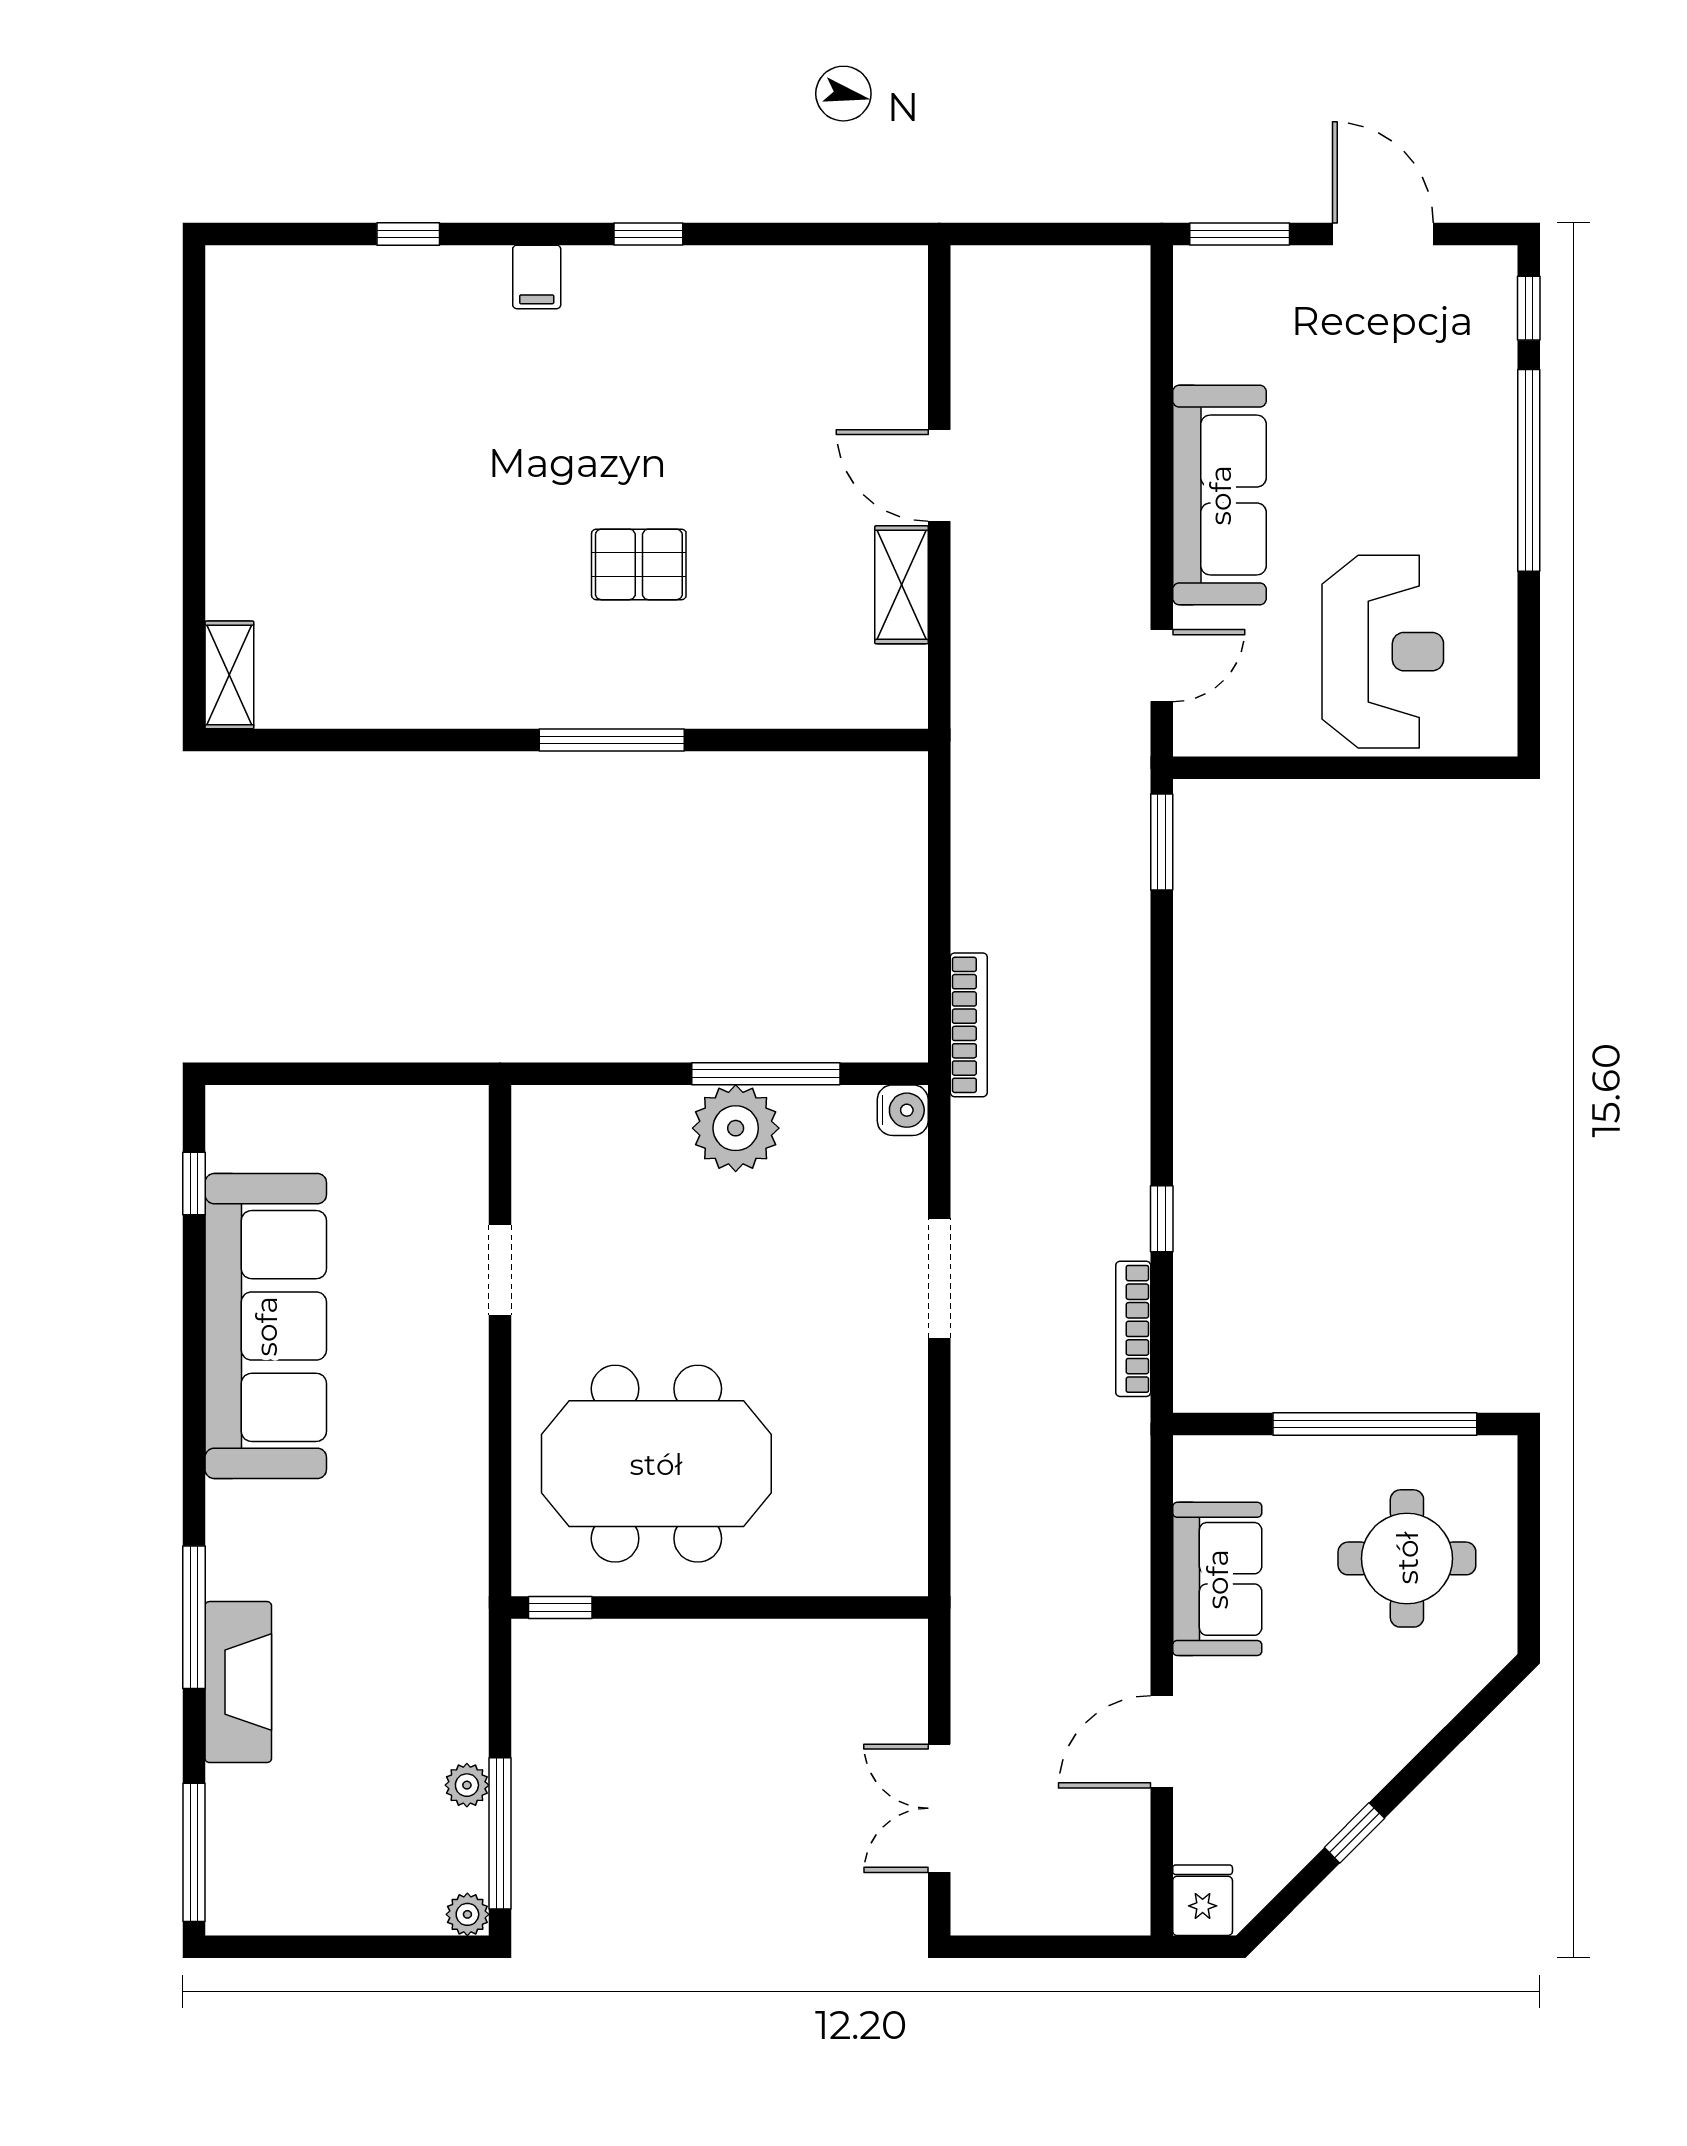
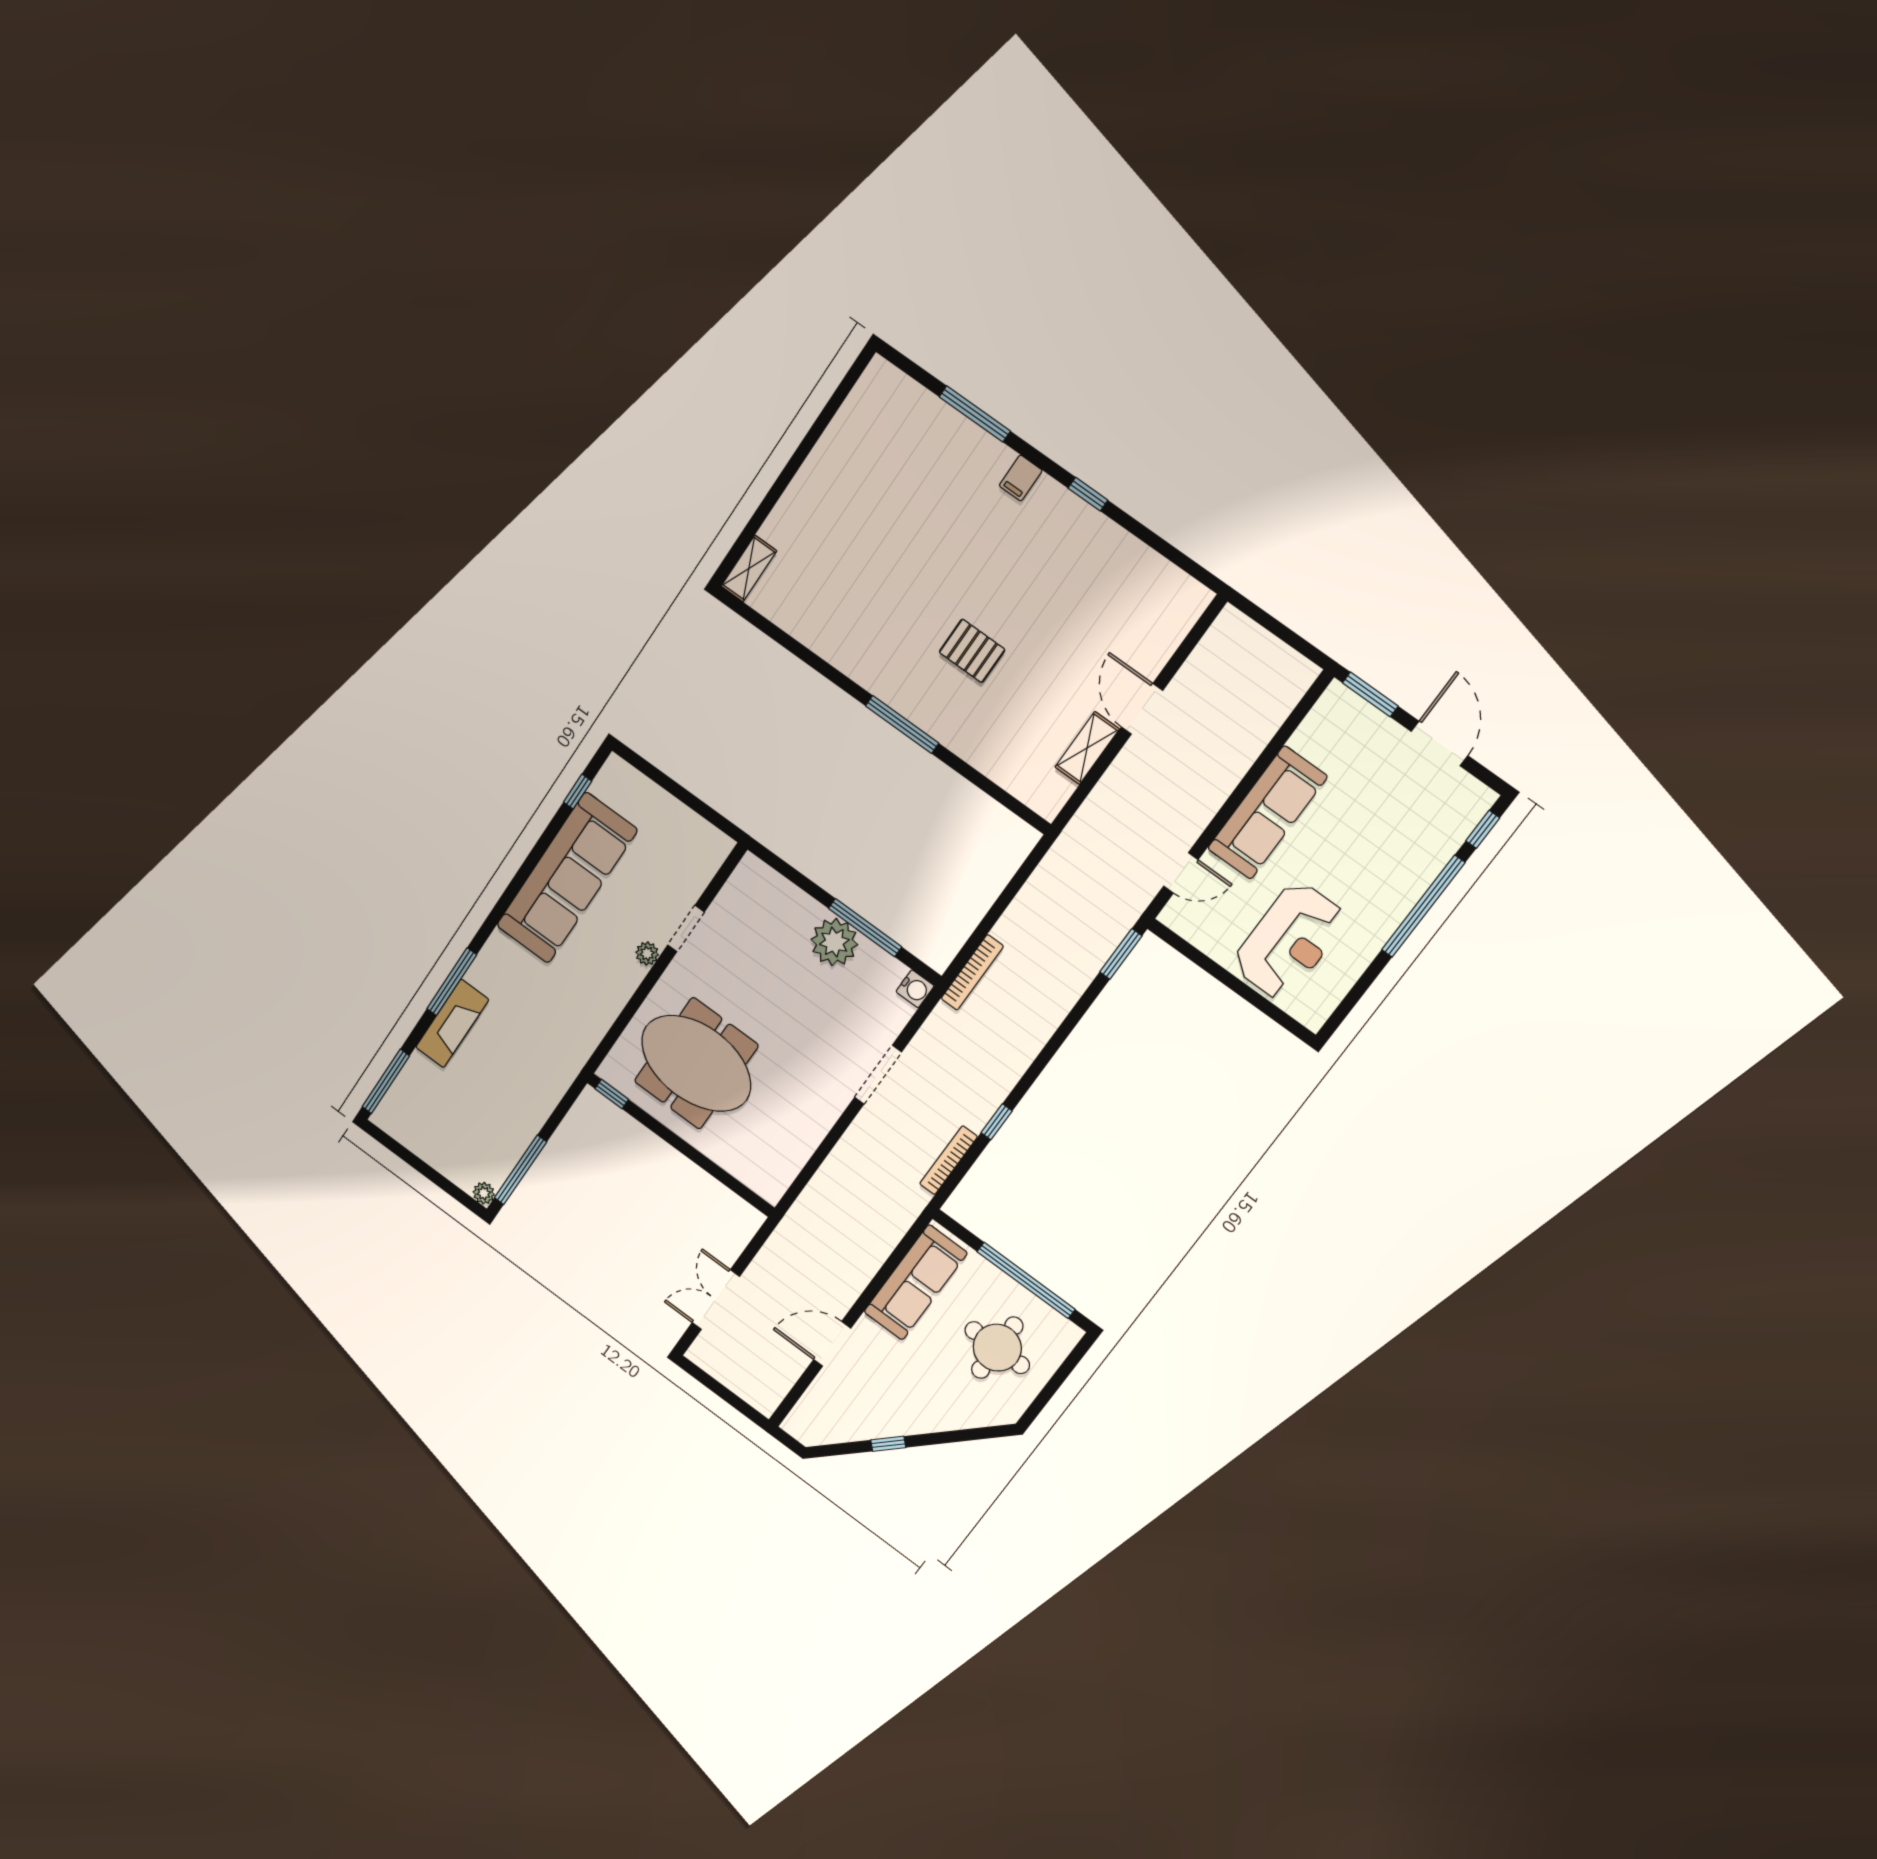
window: (408, 234) -> (975, 414), width x2.17
sofa: (1217, 1579) -> (916, 1282), width x1.36
plant: (467, 1785) -> (647, 954), moved
fridge: (1203, 1900) -> (802, 1422), removed

